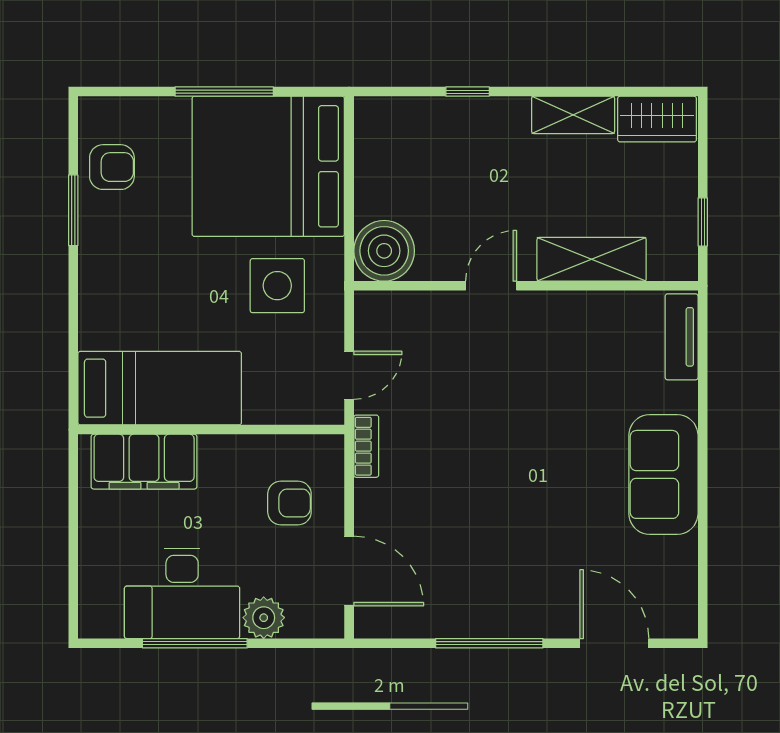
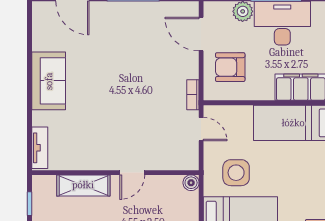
boiler: (384, 251) -> (191, 183), width x0.54, depth x0.54
door: (349, 375) -> (201, 129), swing flipped
armchair: (289, 503) -> (230, 67), width x1.38, depth x1.38

